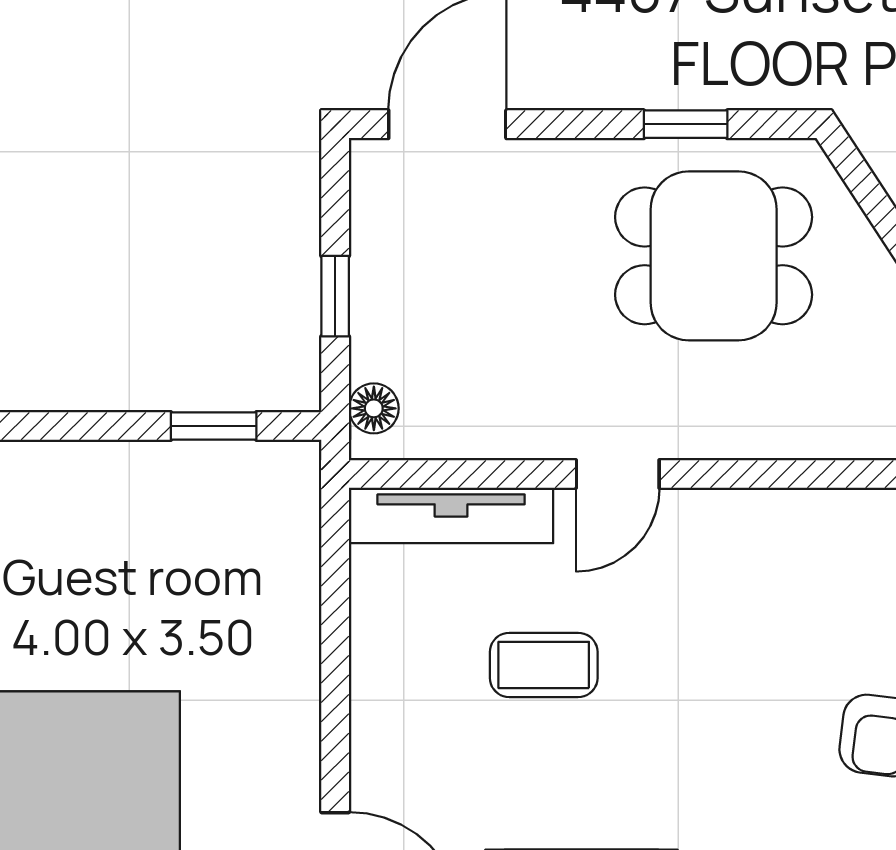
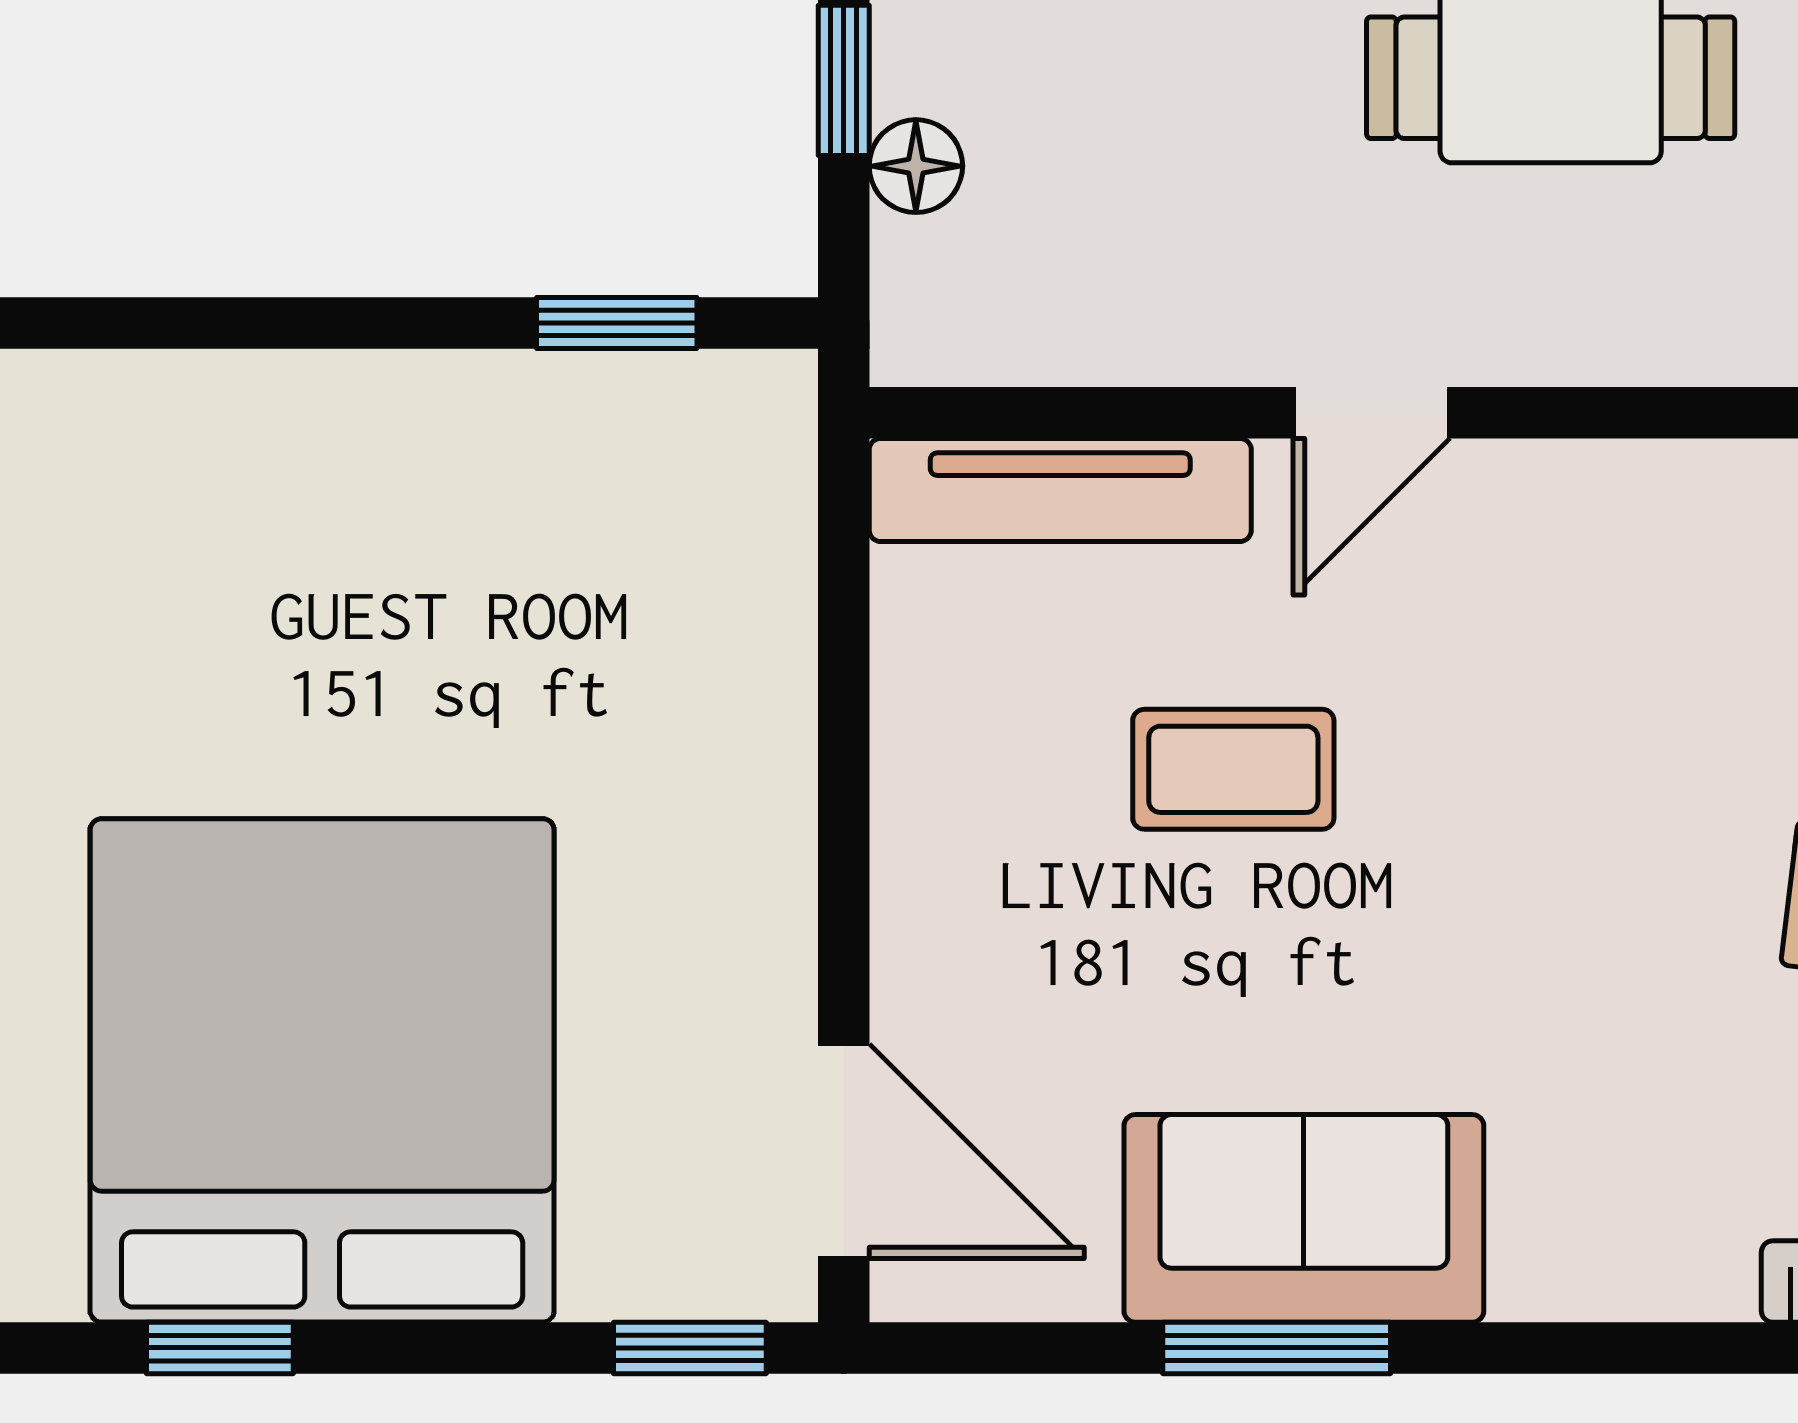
floor lamp: (374, 408) -> (916, 166), moved

